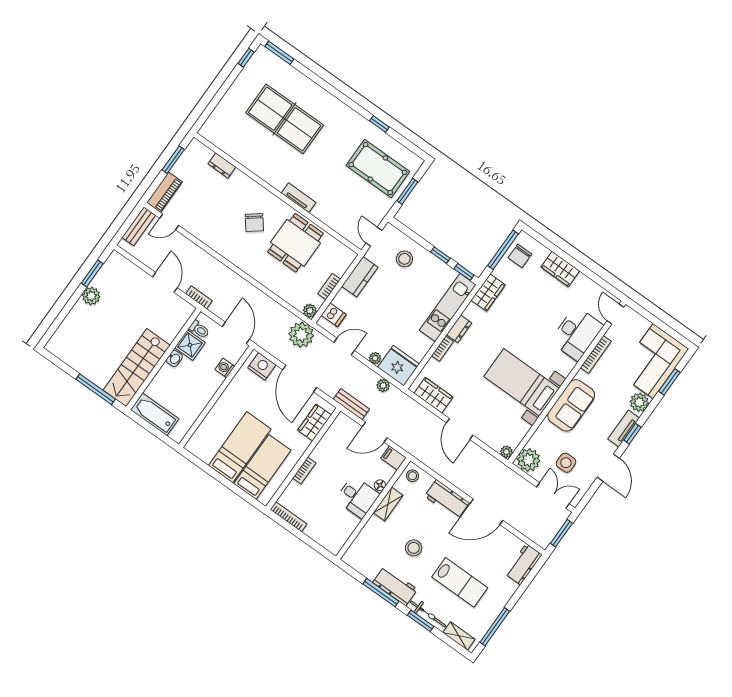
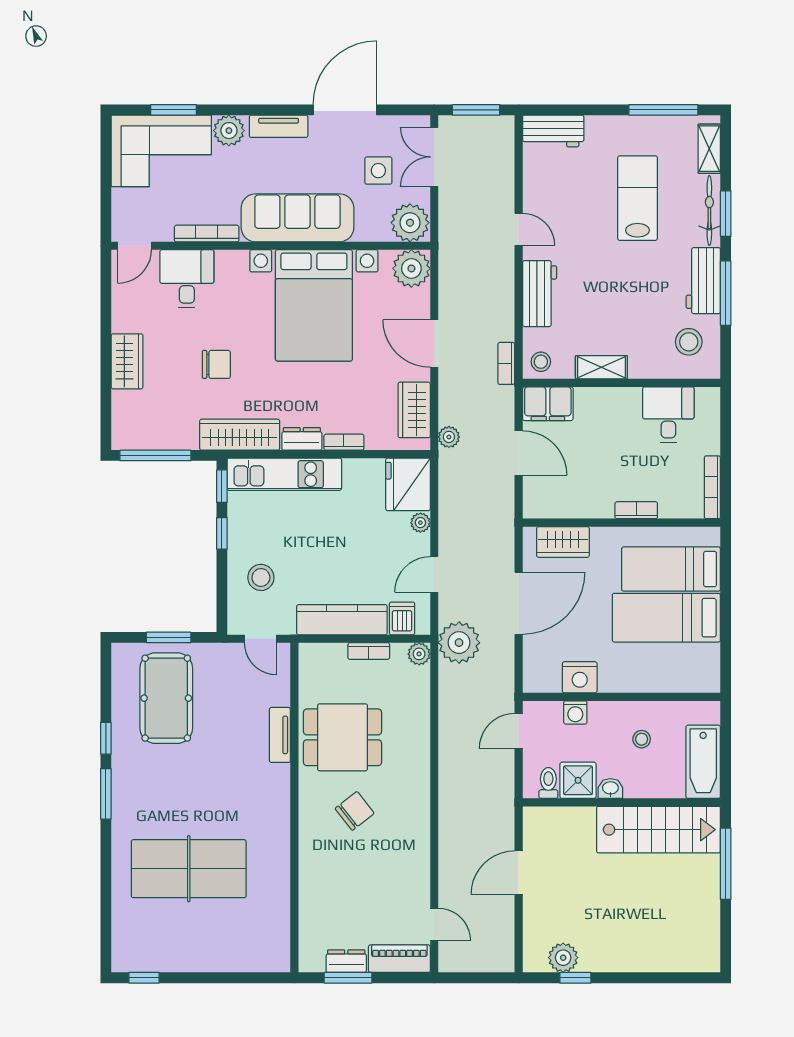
window: (279, 53) -> (106, 794), moved
table tennis table: (285, 119) -> (189, 869), turned 90
dresser: (222, 165) -> (346, 961), moved, turned -90
tv unit: (299, 198) -> (280, 735), moved
bench: (139, 226) -> (469, 961), removed
door: (374, 237) -> (260, 639), hinge flipped
chair: (520, 256) -> (216, 364), moved
window: (92, 273) -> (575, 978), width x0.67
kitchen counter: (360, 277) -> (342, 620), width x1.50
wardrobe: (488, 293) -> (240, 435), width x1.50
plant: (91, 296) -> (563, 958), moved
bookcase: (199, 297) -> (506, 363), moved
door: (236, 333) -> (519, 731), width x0.73
desk: (577, 333) -> (187, 279), width x0.73
door: (344, 347) -> (434, 574), hinge flipped
nightstand: (262, 366) -> (580, 677), moved, turned -90
bed with nightstands: (522, 382) -> (314, 305), width x1.36
plant: (383, 385) -> (449, 437), moved
stool: (188, 392) -> (642, 739), added
bench: (351, 404) -> (504, 510), removed
sofa: (571, 405) -> (297, 218), width x1.36
door: (460, 429) -> (434, 343), swing flipped
window: (632, 434) -> (277, 110), removed
plant: (506, 452) -> (411, 268), width x1.88, depth x1.88
filing cabinet: (393, 458) -> (548, 404), width x2.00
door: (608, 468) -> (345, 110), width x1.36
floor lamp: (380, 485) -> (584, 396), removed
desk: (357, 497) -> (668, 415), moved
door: (487, 512) -> (519, 229), width x0.53
stool: (414, 548) -> (689, 342), moved

